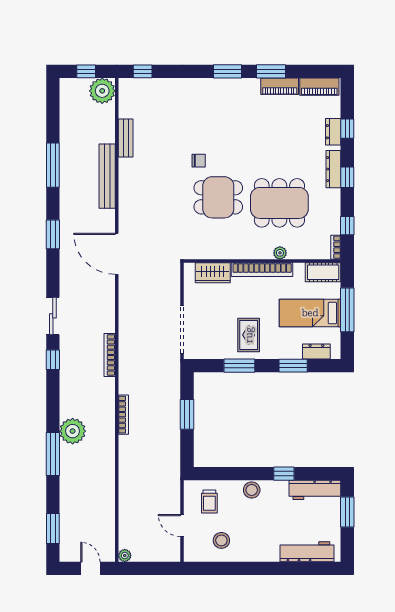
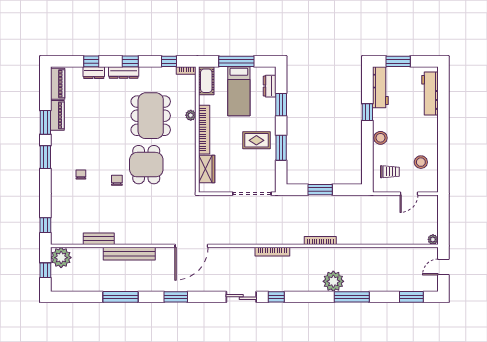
chair: (206, 116) -> (81, 175), added

